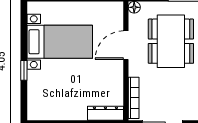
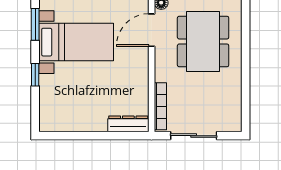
window: (24, 26) -> (35, 24), added
door: (126, 45) -> (152, 30), moved

